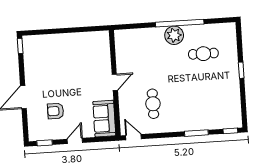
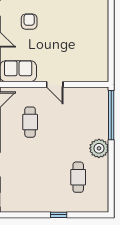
window: (180, 23) -> (111, 115), moved
cafe table: (153, 104) -> (30, 122), turned 90

